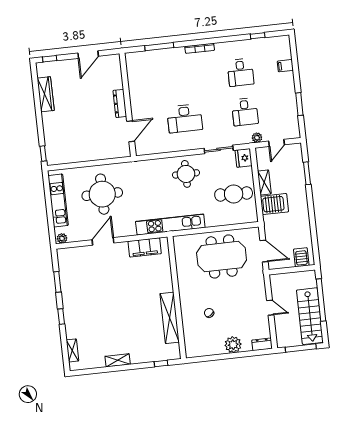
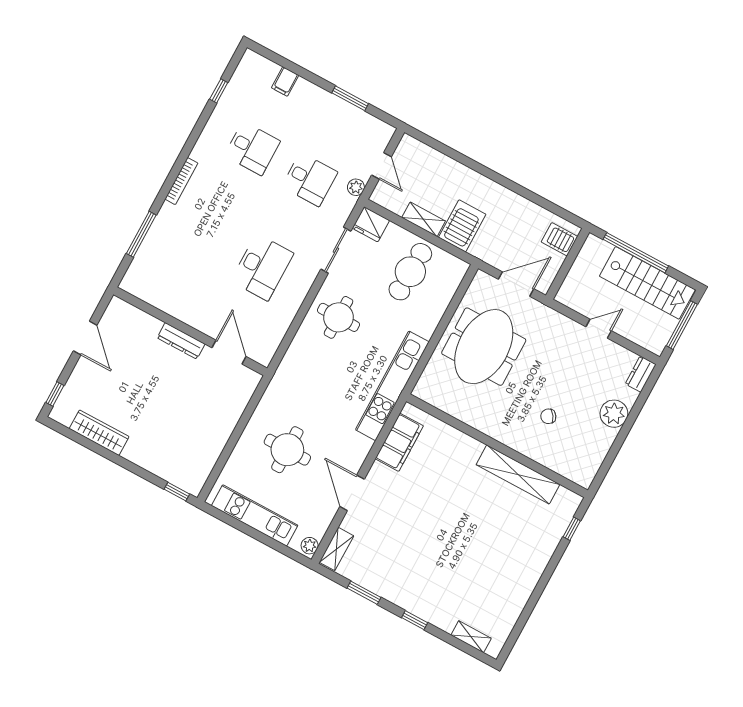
window: (307, 173) -> (451, 153), removed
round table: (102, 194) -> (287, 450), width x0.73, depth x0.73
shelving: (118, 360) -> (336, 549), moved

